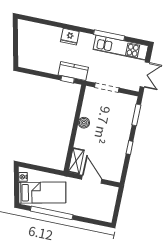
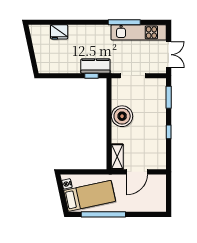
fridge: (70, 37) -> (59, 32), moved
boiler: (84, 123) -> (122, 116), width x1.86, depth x1.86
door: (92, 179) -> (137, 172), swing flipped

